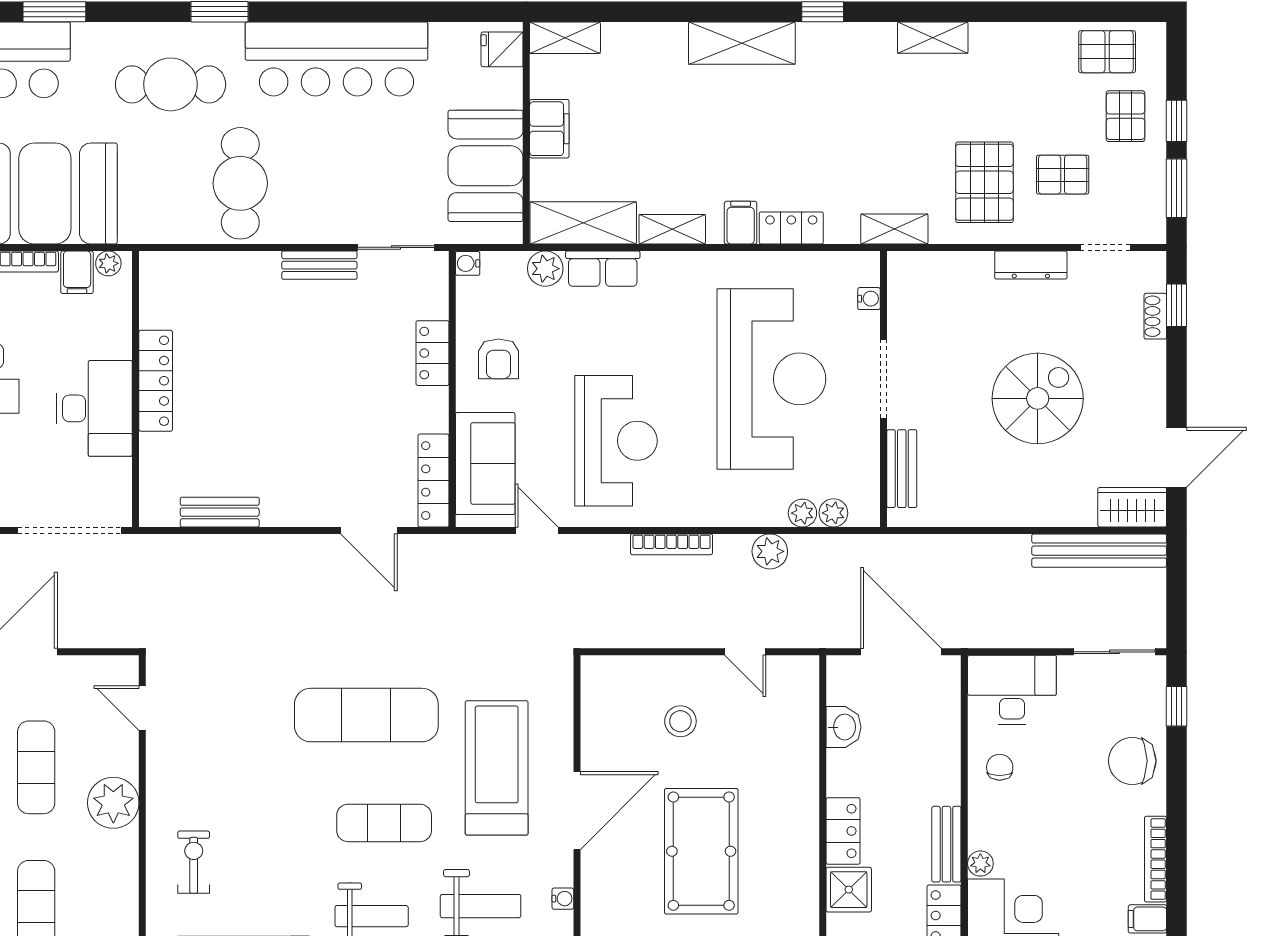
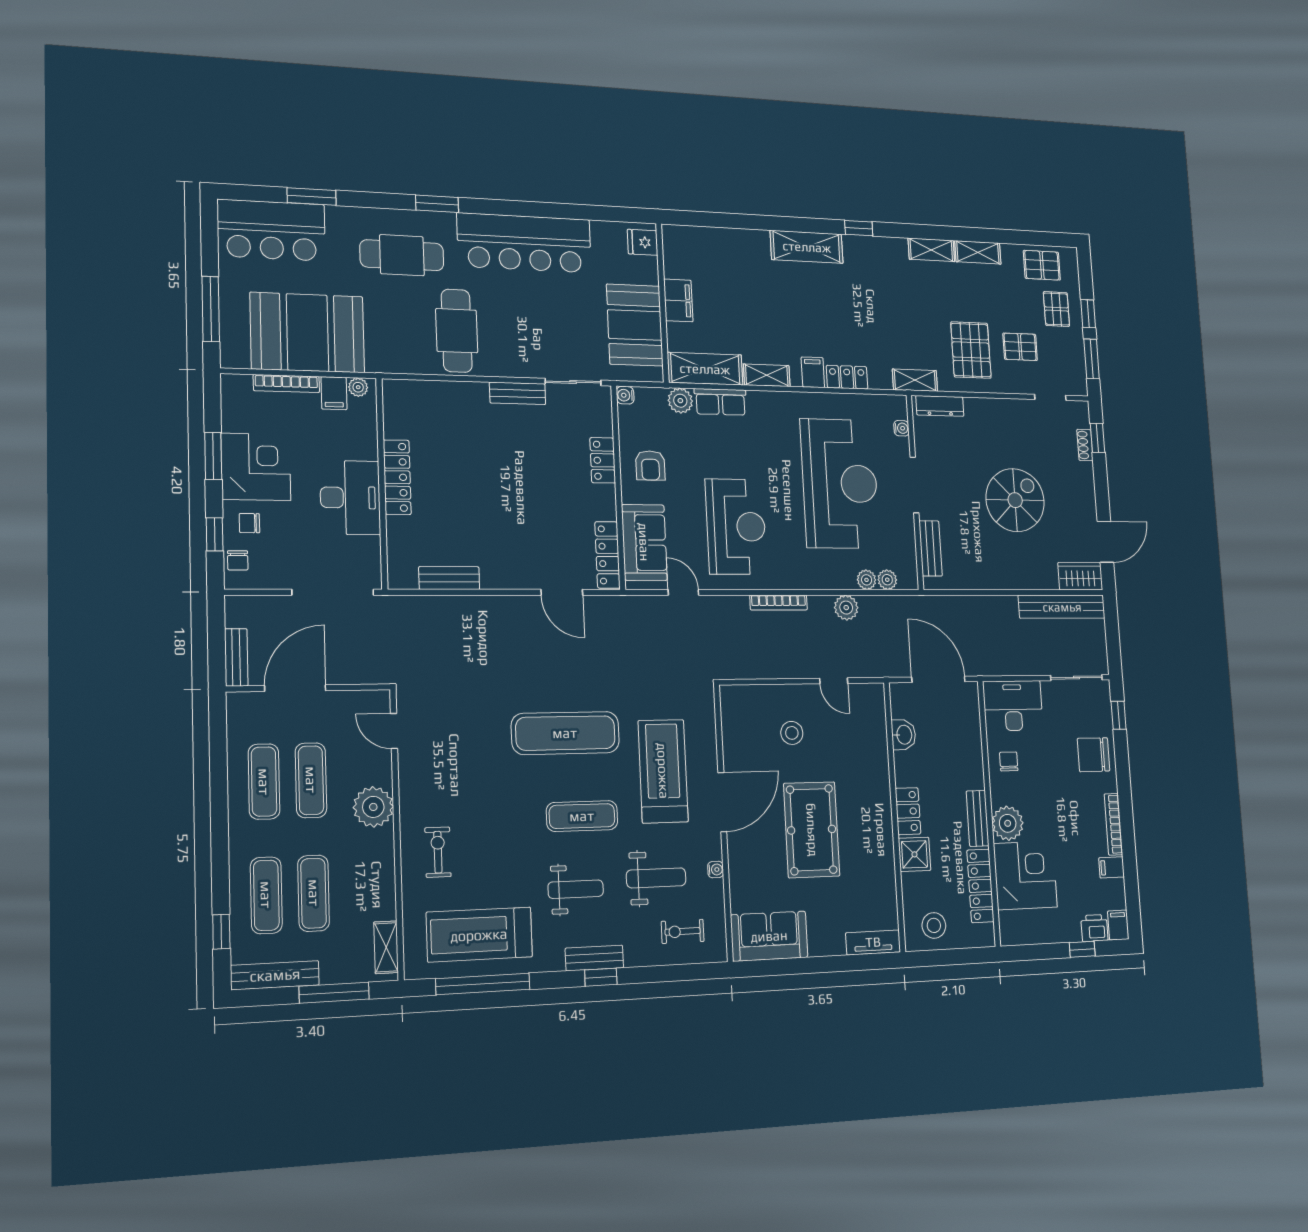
shelving: (565, 38) -> (978, 252), moved
dresser: (1031, 265) -> (940, 406), moved
plant: (980, 864) -> (1008, 823), width x1.87, depth x1.87

